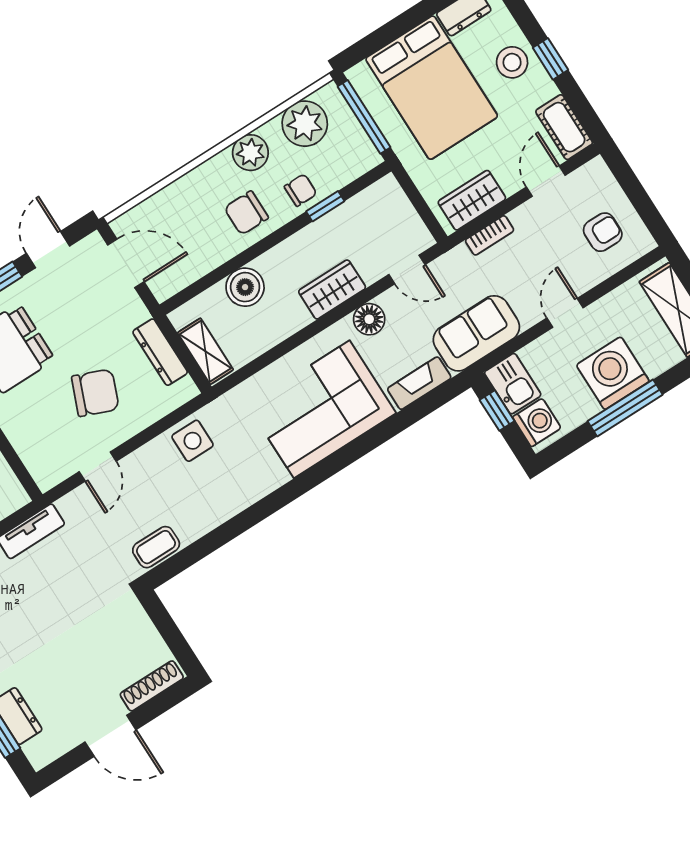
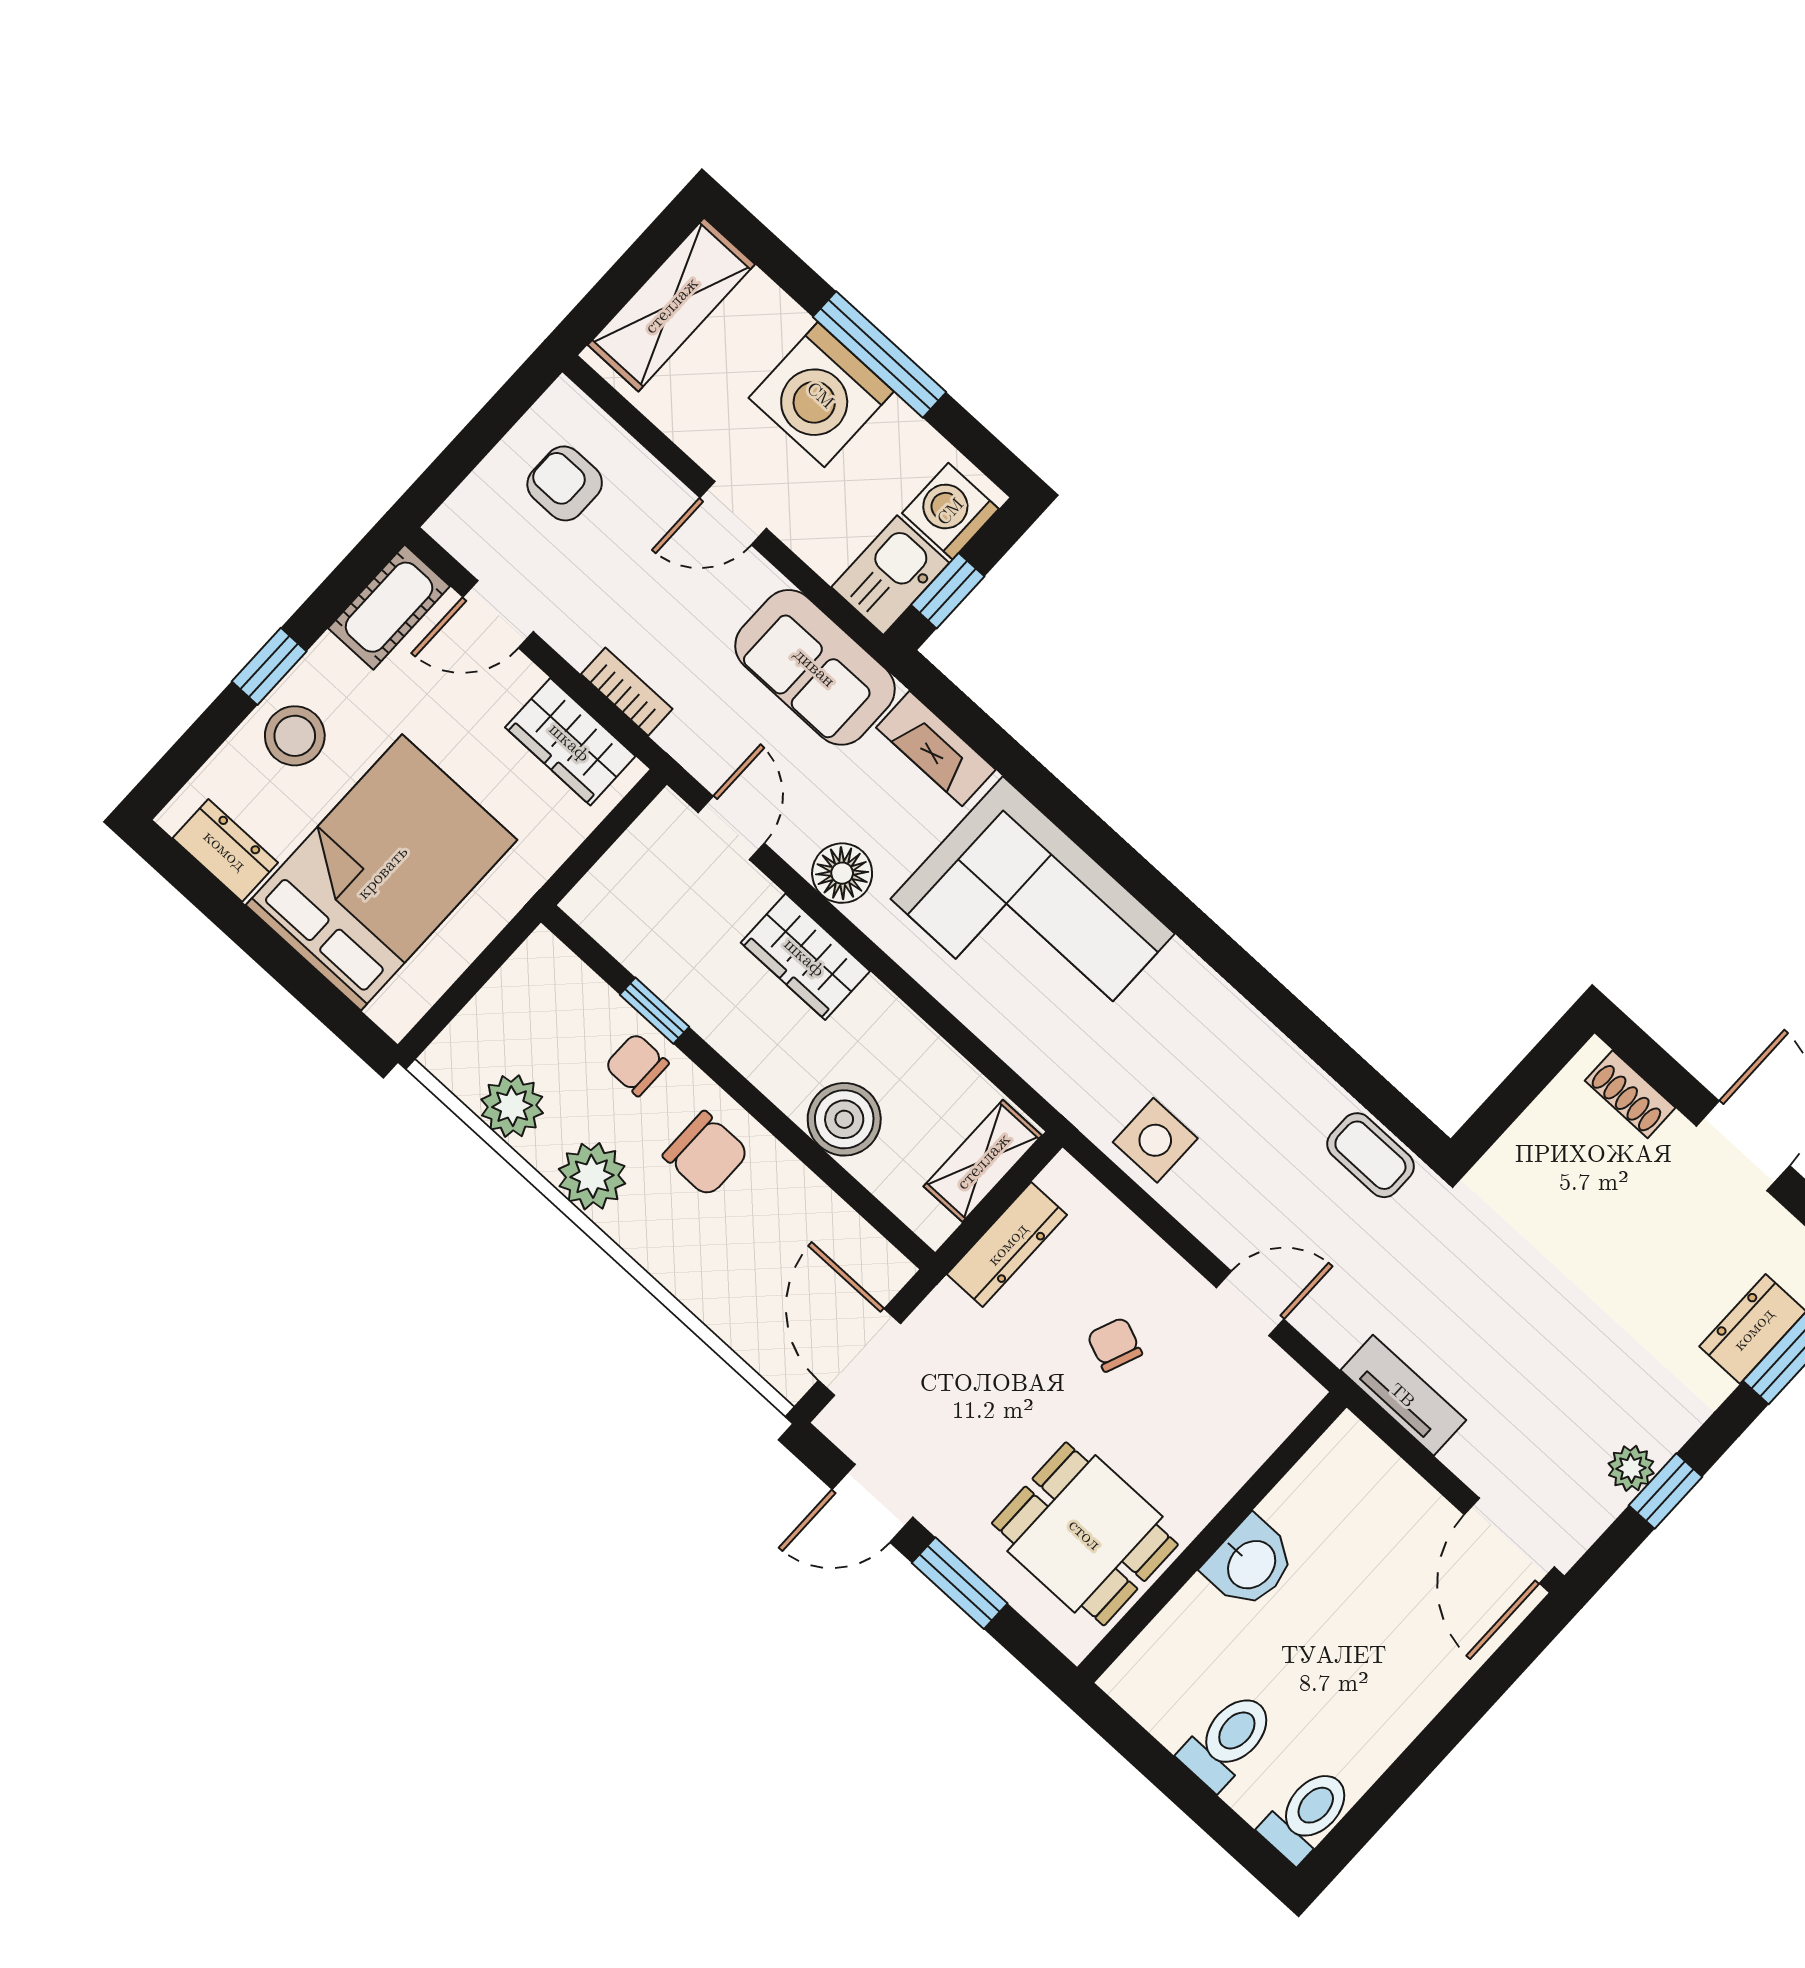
window: (364, 117) -> (469, 983), removed
plant: (305, 124) -> (512, 1106), width x0.73, depth x0.73
chair: (95, 393) -> (1115, 1344), width x0.54, depth x0.54
shoe rack: (152, 686) -> (1630, 1094), width x0.70

